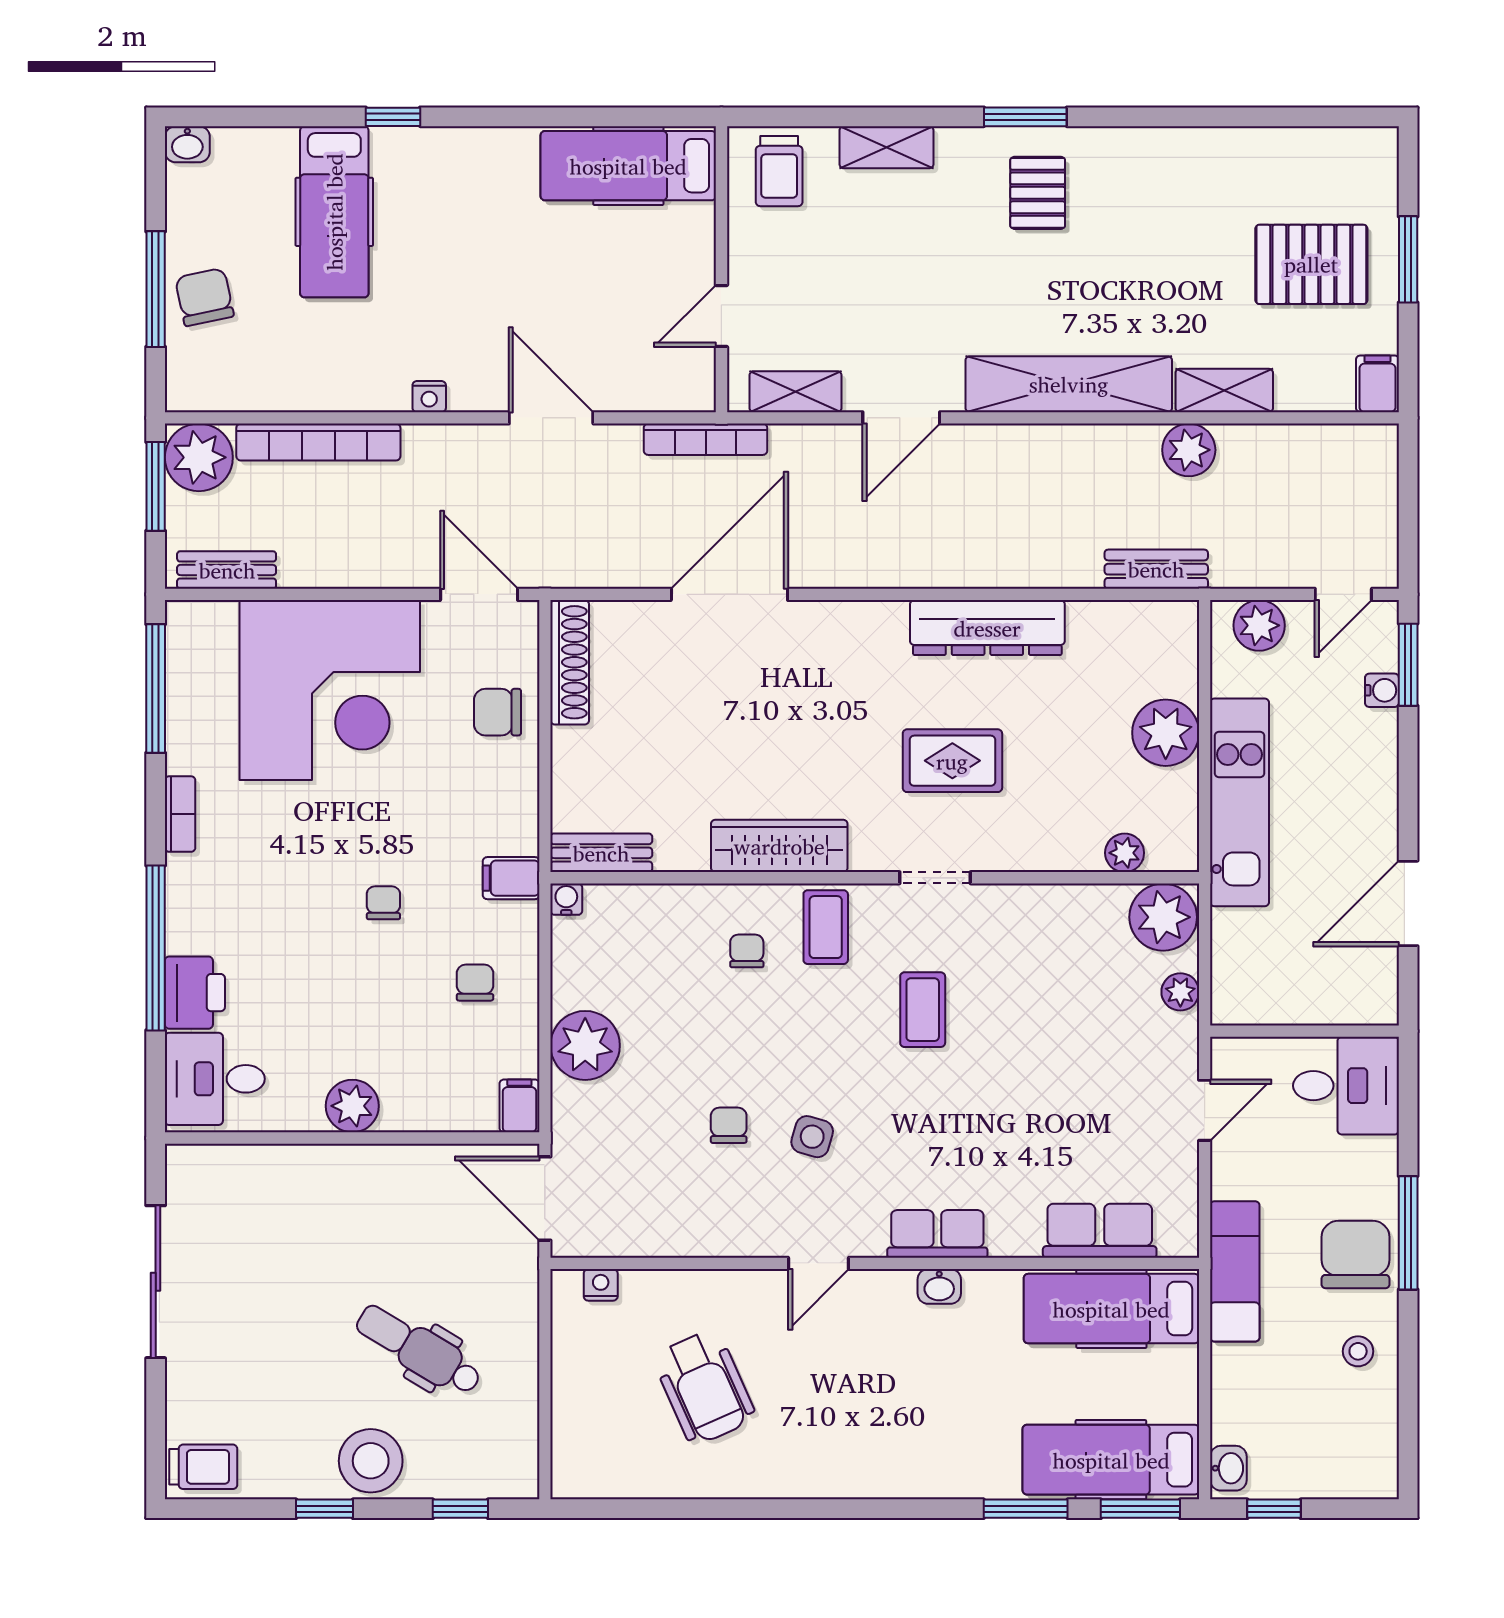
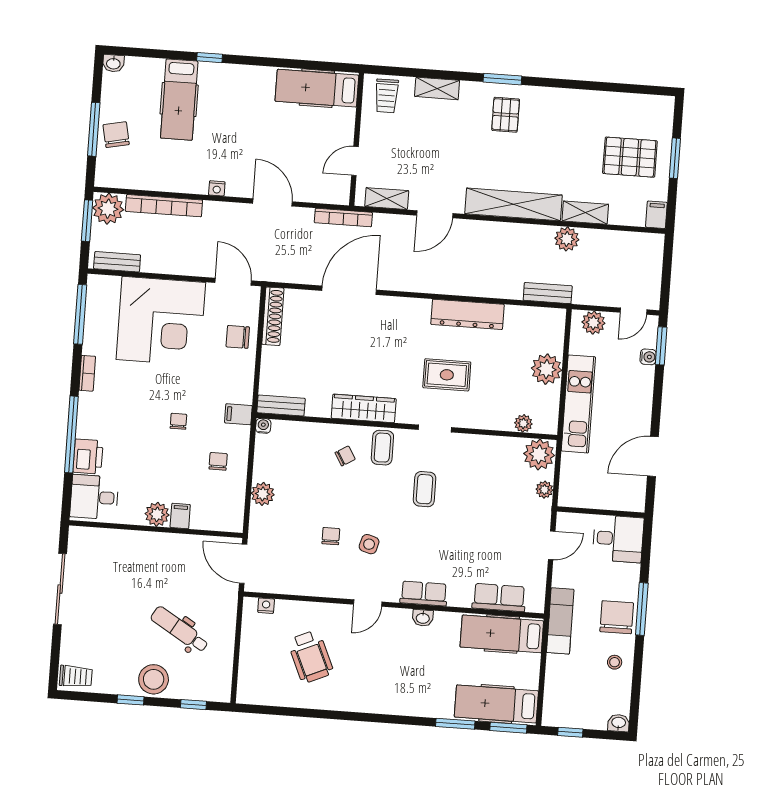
chair: (747, 951) -> (345, 456), turned 59
plant: (585, 1045) -> (263, 494), width x0.73, depth x0.73
filing cabinet: (519, 1106) -> (180, 516), moved
washbasin: (1228, 1468) -> (619, 723), moved, turned -90

